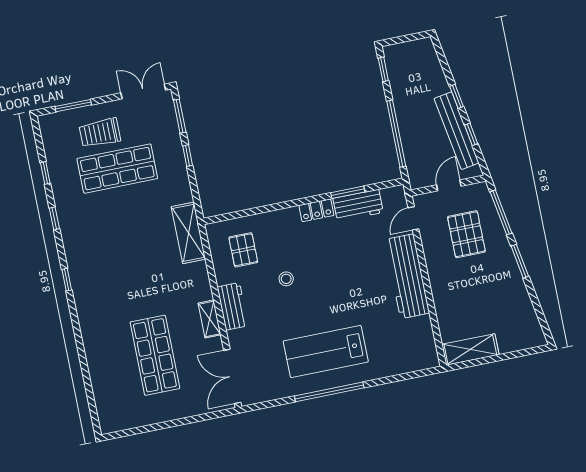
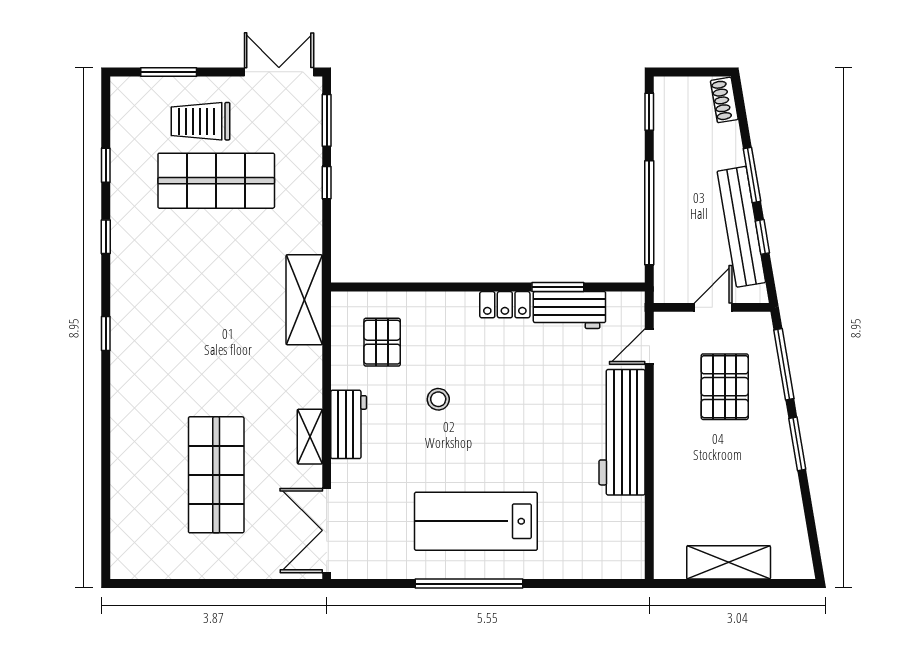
shoe rack: (429, 52) -> (724, 100), added
window: (457, 96) -> (752, 175), width x1.50
shelving: (470, 349) -> (729, 562), moved

